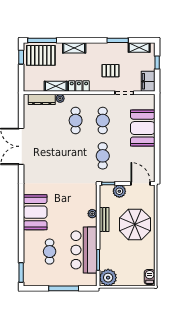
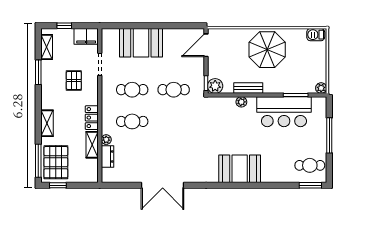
dresser: (42, 99) -> (107, 156), width x0.70
plant: (119, 191) -> (215, 86), moved
parasol: (135, 224) -> (267, 50), moved
cafe table: (50, 252) -> (310, 165), moved
plant: (108, 278) -> (321, 88), width x0.53, depth x0.53

